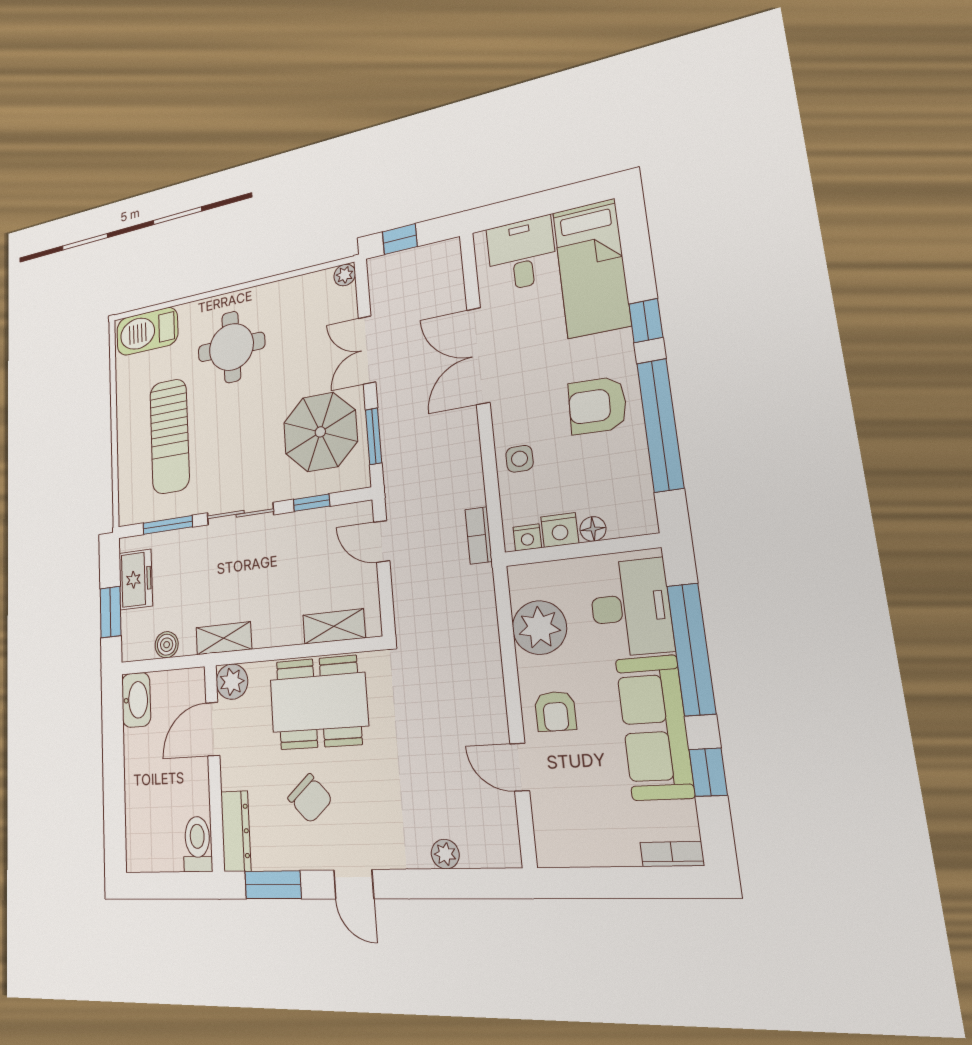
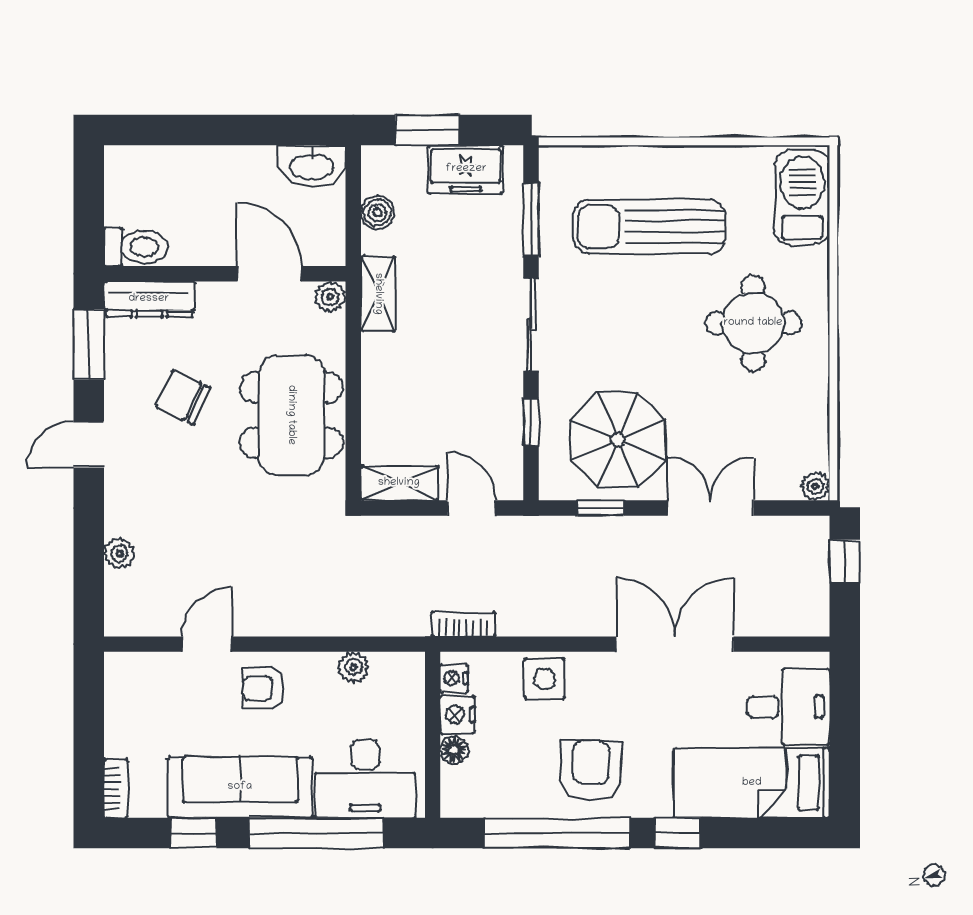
window: (374, 436) -> (601, 508), width x0.67
side table: (519, 459) -> (545, 679), width x1.37, depth x1.37
door: (382, 541) -> (472, 508), hinge flipped
shelving: (334, 626) -> (399, 483), moved, turned 90
plant: (539, 628) -> (354, 667), width x0.53, depth x0.53
plant: (232, 682) -> (330, 297), width x0.73, depth x0.73
chair: (310, 798) -> (183, 397), turned 67

